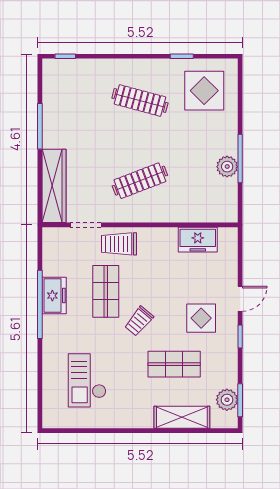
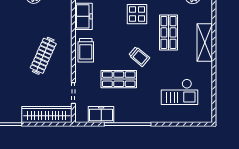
clothes rail: (140, 181) -> (43, 56), turned 45
trolley: (119, 244) -> (86, 50), moved
freezer: (54, 296) -> (101, 114), moved
shelving: (182, 417) -> (205, 43), moved

